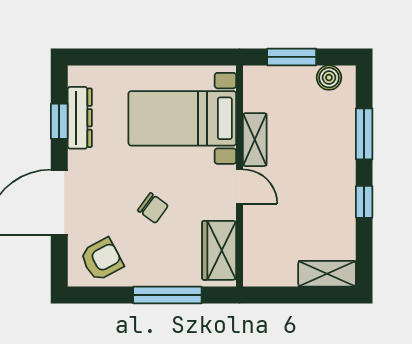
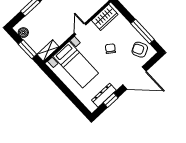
shelving: (255, 140) -> (48, 51), moved
window: (167, 295) -> (143, 31), moved

